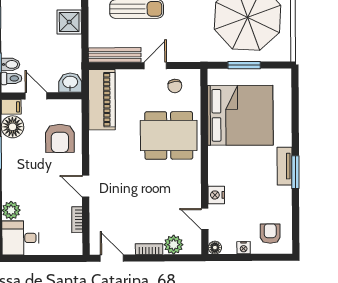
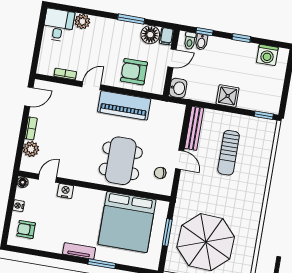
piano: (102, 100) -> (124, 105), moved
window: (295, 172) -> (102, 264), moved
armchair: (270, 234) -> (26, 229), turned 180

